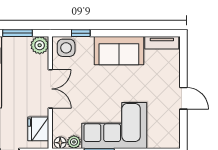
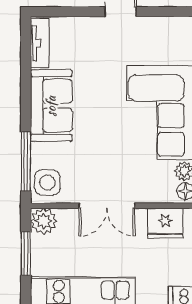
window: (81, 33) -> (26, 161), width x2.17
double door: (50, 89) -> (107, 206), swing flipped

